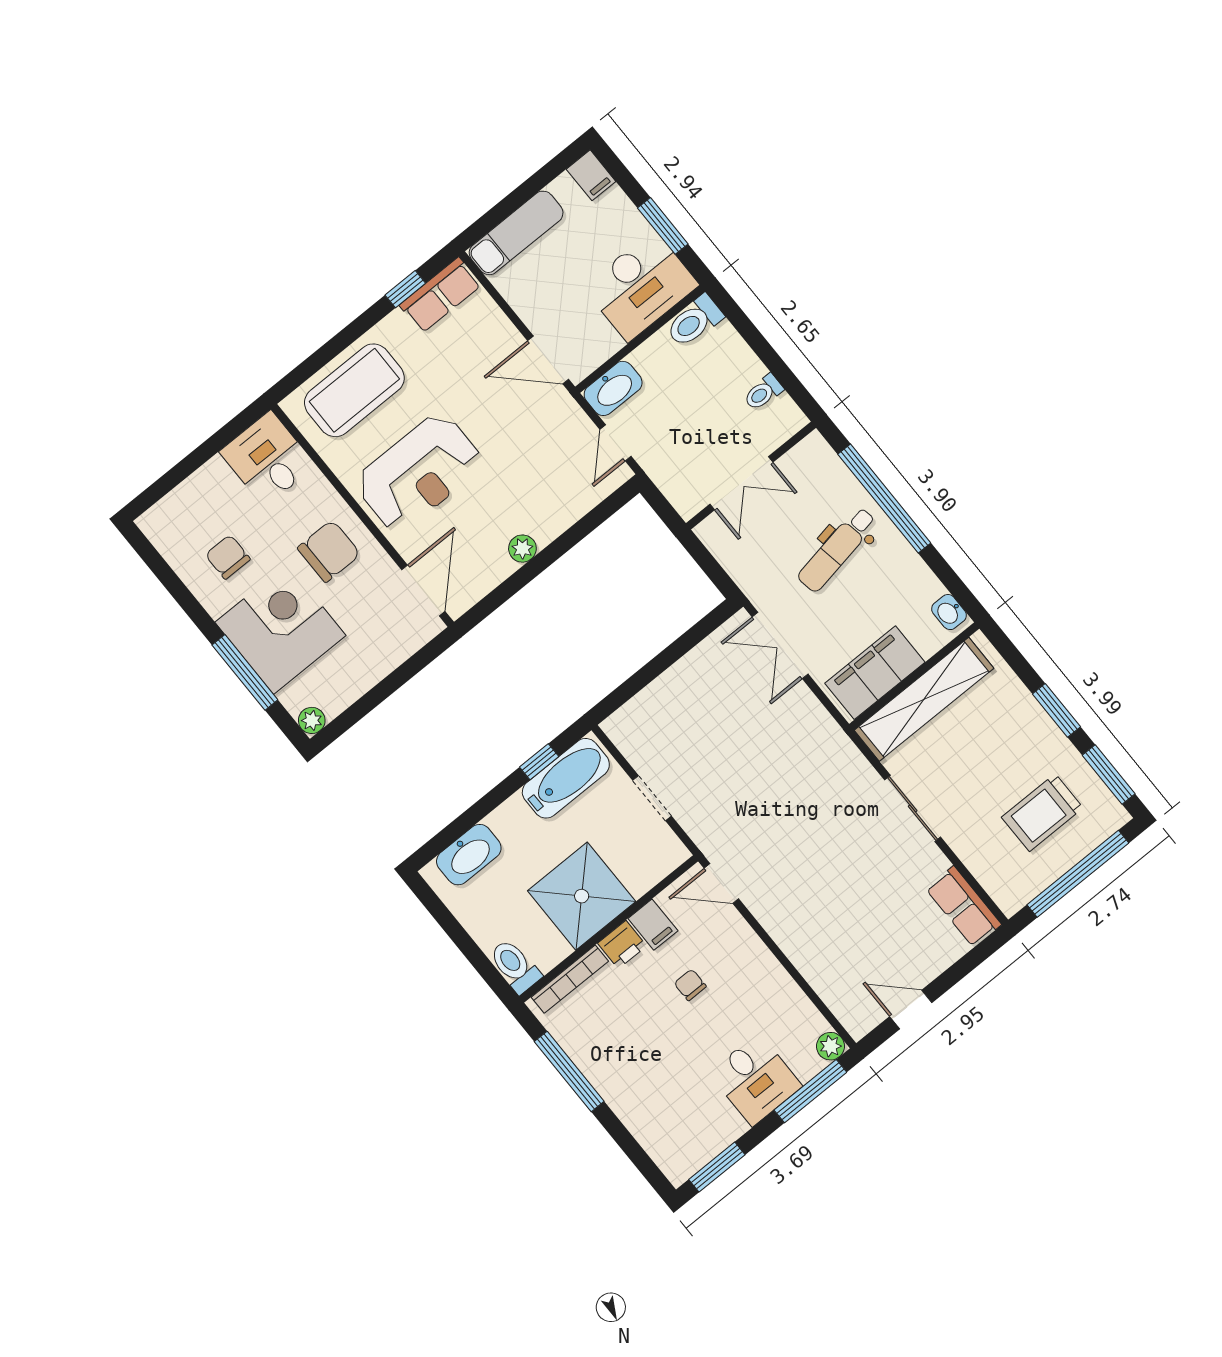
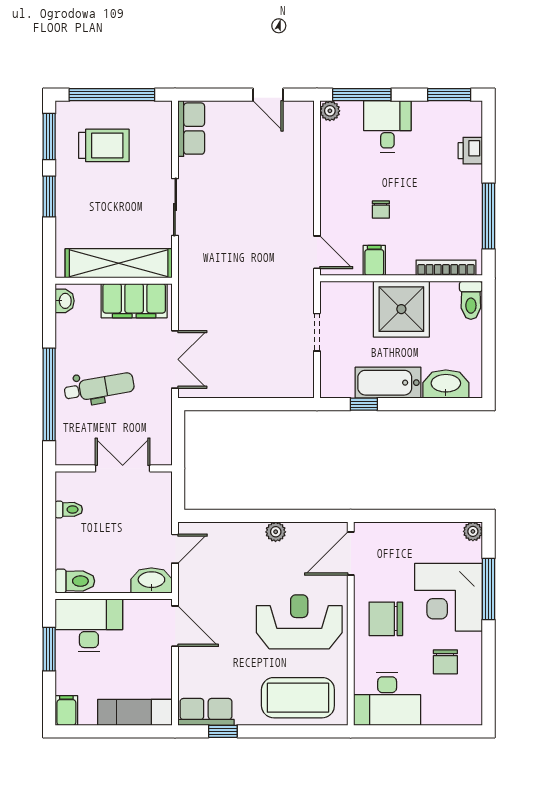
desk: (268, 459) -> (387, 699), width x1.37
bathtub: (566, 778) -> (388, 383), moved
printer: (622, 945) -> (470, 151), moved, turned -90

